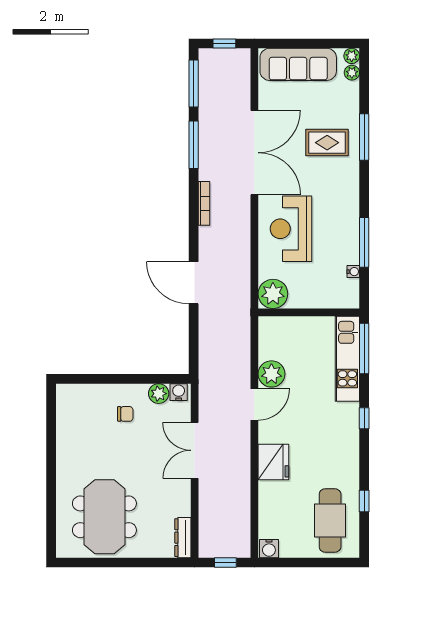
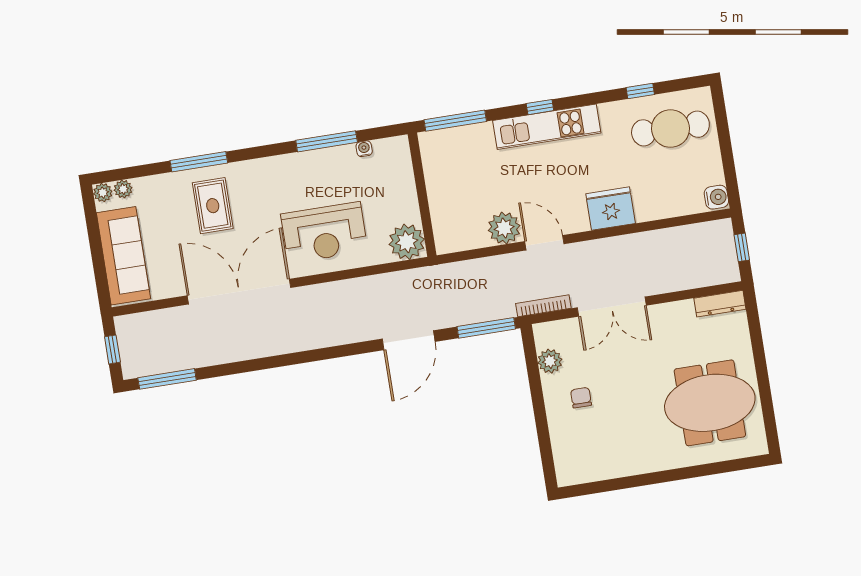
window: (194, 145) -> (486, 328), moved
bookcase: (204, 203) -> (543, 306), moved
kitchen unit: (347, 359) -> (547, 127), moved
water cooler: (179, 392) -> (544, 337), removed

